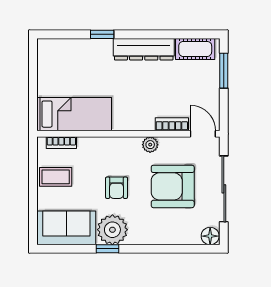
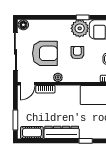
door: (203, 134) -> (28, 84), hinge flipped

